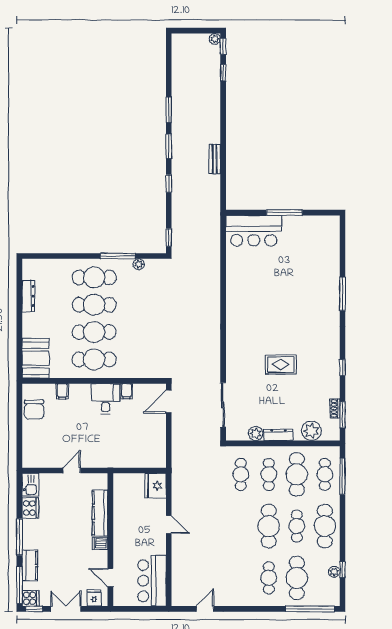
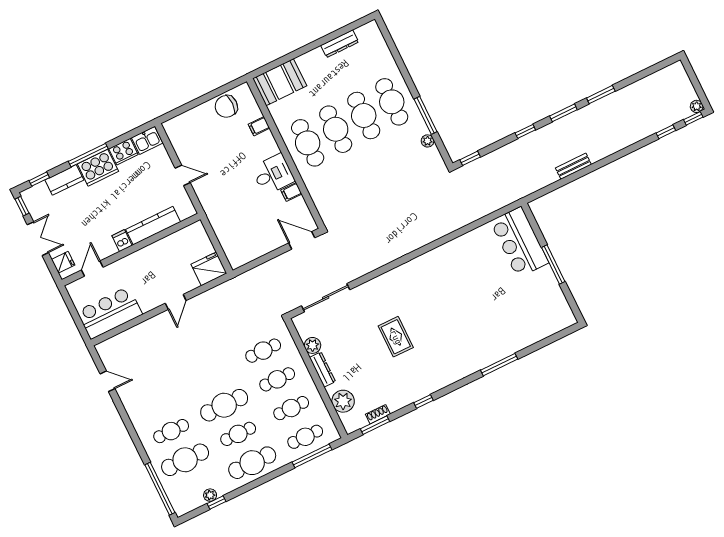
cafe table: (297, 474) -> (291, 408), width x0.73, depth x0.74
window: (19, 585) -> (39, 179), width x0.46
cooker: (30, 598) -> (98, 168), moved, width x1.87, depth x1.31

